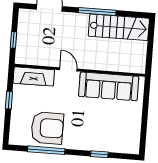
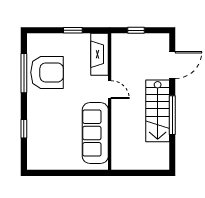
stairs: (119, 27) -> (158, 111), moved
door: (68, 69) -> (110, 90), hinge flipped
armchair: (47, 128) -> (47, 72), turned -90

